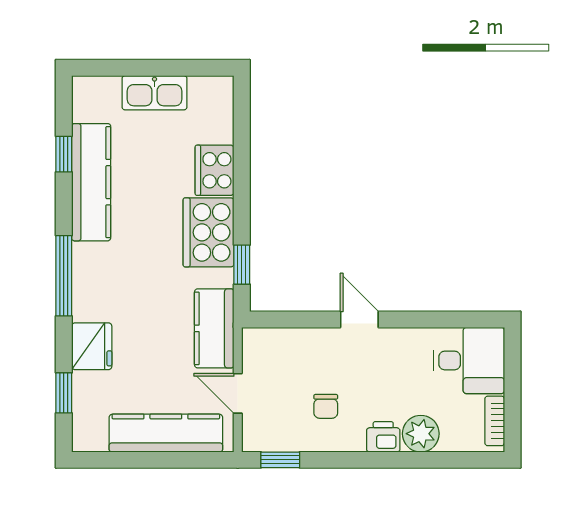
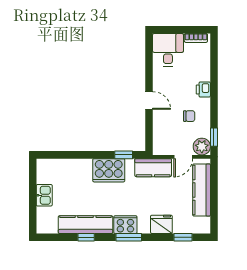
kitchen sink: (154, 93) -> (44, 195), width x0.73
window: (64, 154) -> (86, 237), moved
cooker: (215, 170) -> (125, 225), moved, turned 180
window: (64, 276) -> (129, 237), width x0.69
door: (359, 320) -> (149, 100), swing flipped
plant: (421, 434) -> (202, 147), moved

